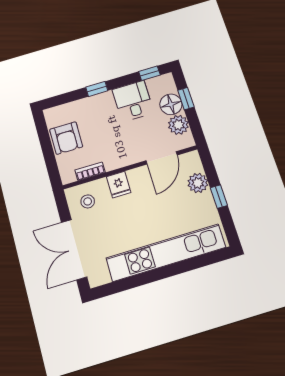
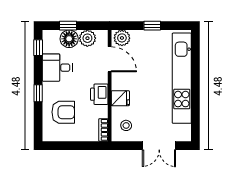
armchair: (66, 138) -> (63, 112), moved
printer: (116, 158) -> (99, 94), added
bookcase: (90, 171) -> (103, 130), moved
plant: (198, 183) -> (122, 38), moved
double door: (74, 249) -> (159, 146), width x0.73

